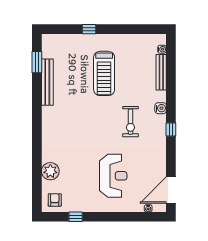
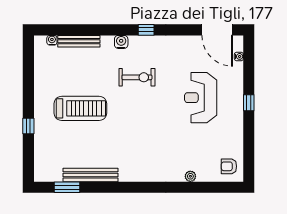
plant: (50, 171) -> (190, 176), width x0.53, depth x0.53
reception desk: (113, 176) -> (201, 98), turned -90
window: (76, 217) -> (249, 103), moved

